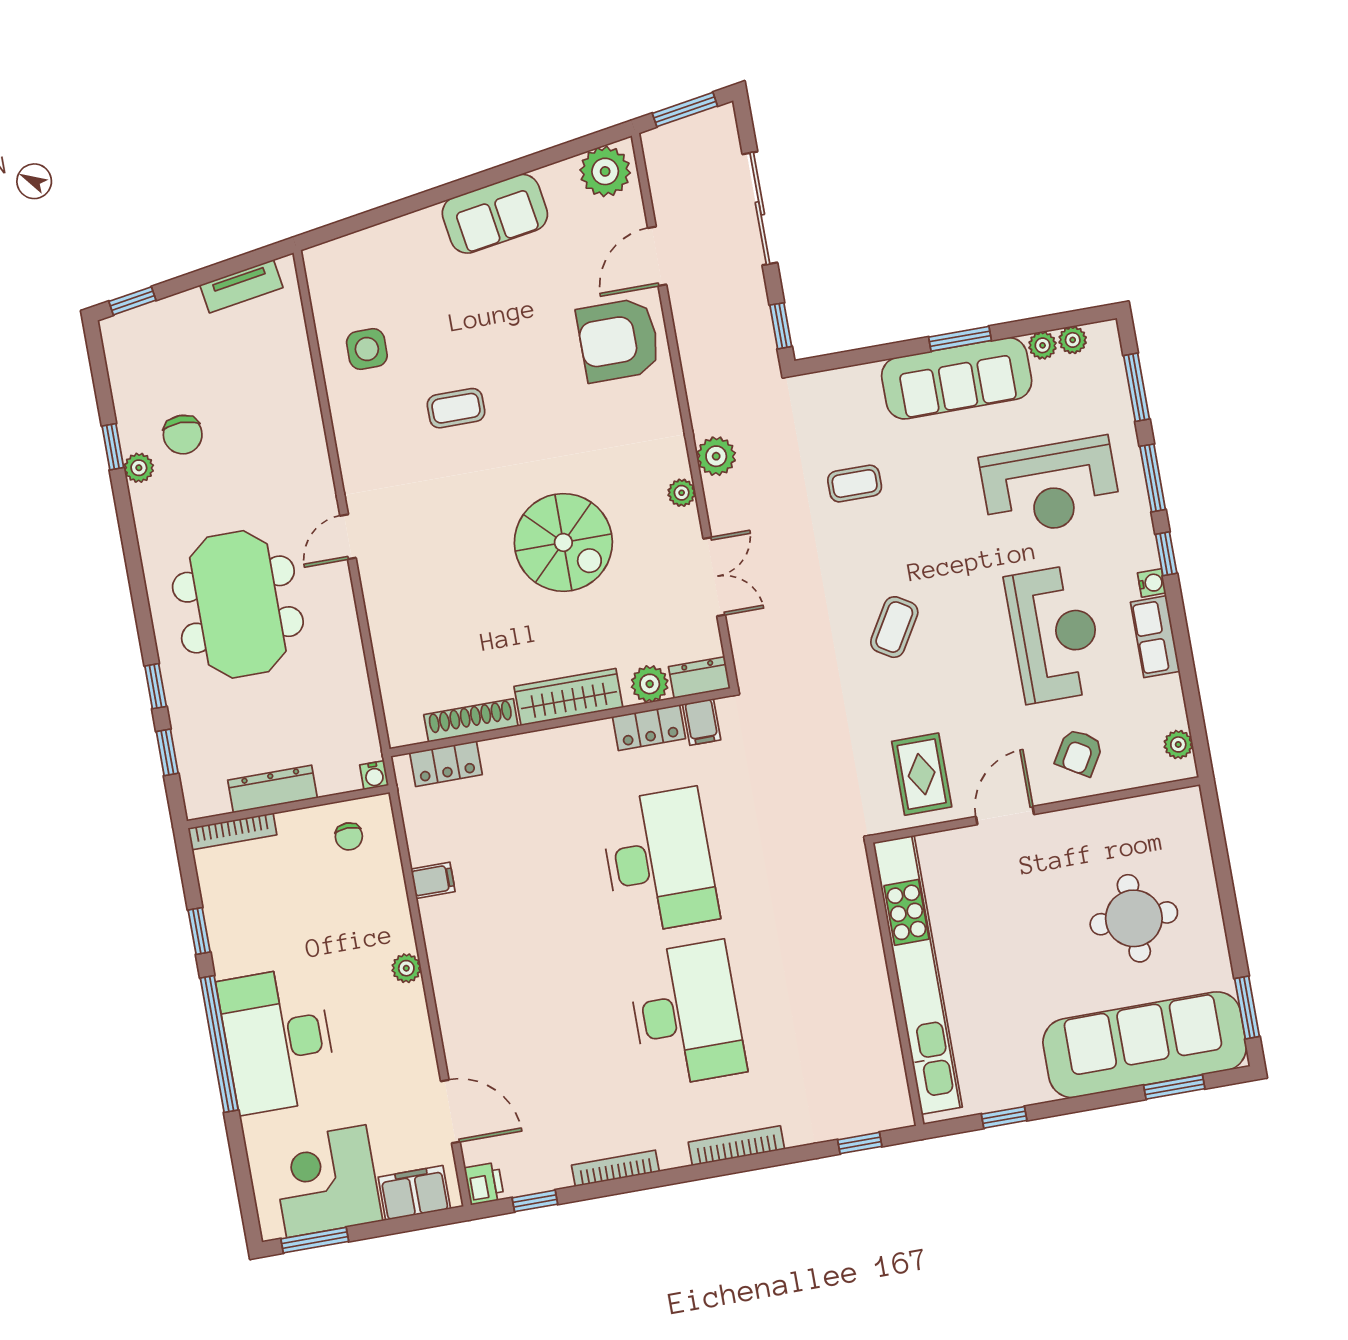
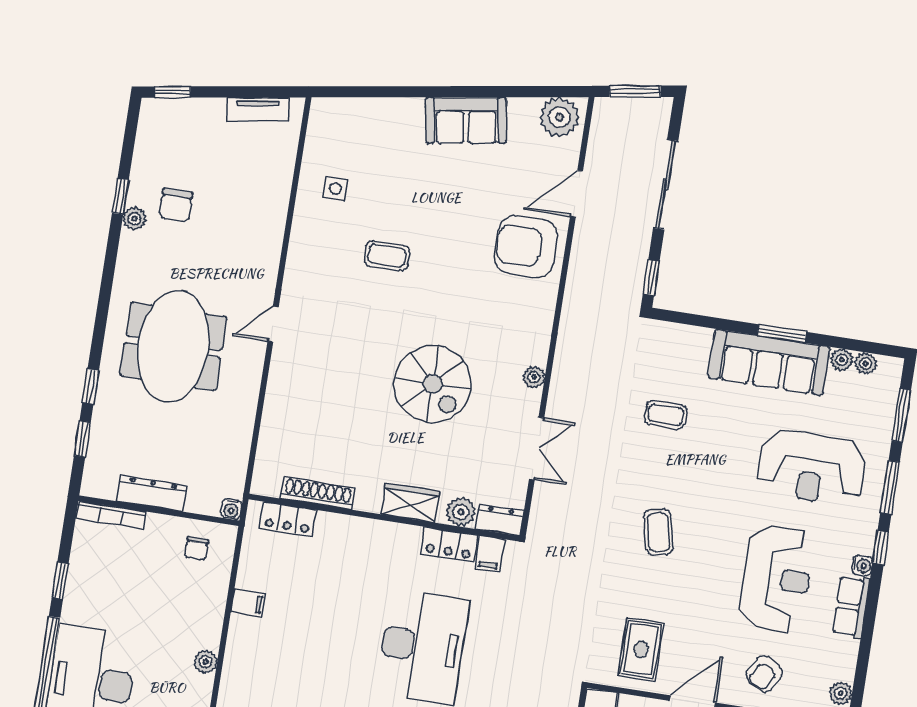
side table: (367, 349) -> (336, 189), width x0.73, depth x0.73
plant: (716, 456) -> (569, 359), removed
coffee table: (894, 627) -> (658, 532), turned -45
wardrobe: (568, 697) -> (410, 503), width x0.67

